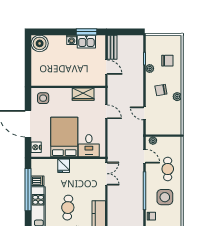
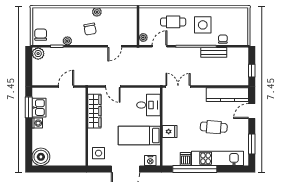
plant: (138, 41) -> (38, 54), added
bench: (112, 47) -> (214, 52), moved
chair: (167, 61) -> (41, 35), moved
wardrobe: (83, 94) -> (94, 111), width x1.50
door: (106, 112) -> (113, 86), swing flipped
bed: (64, 137) -> (139, 136), width x0.67

